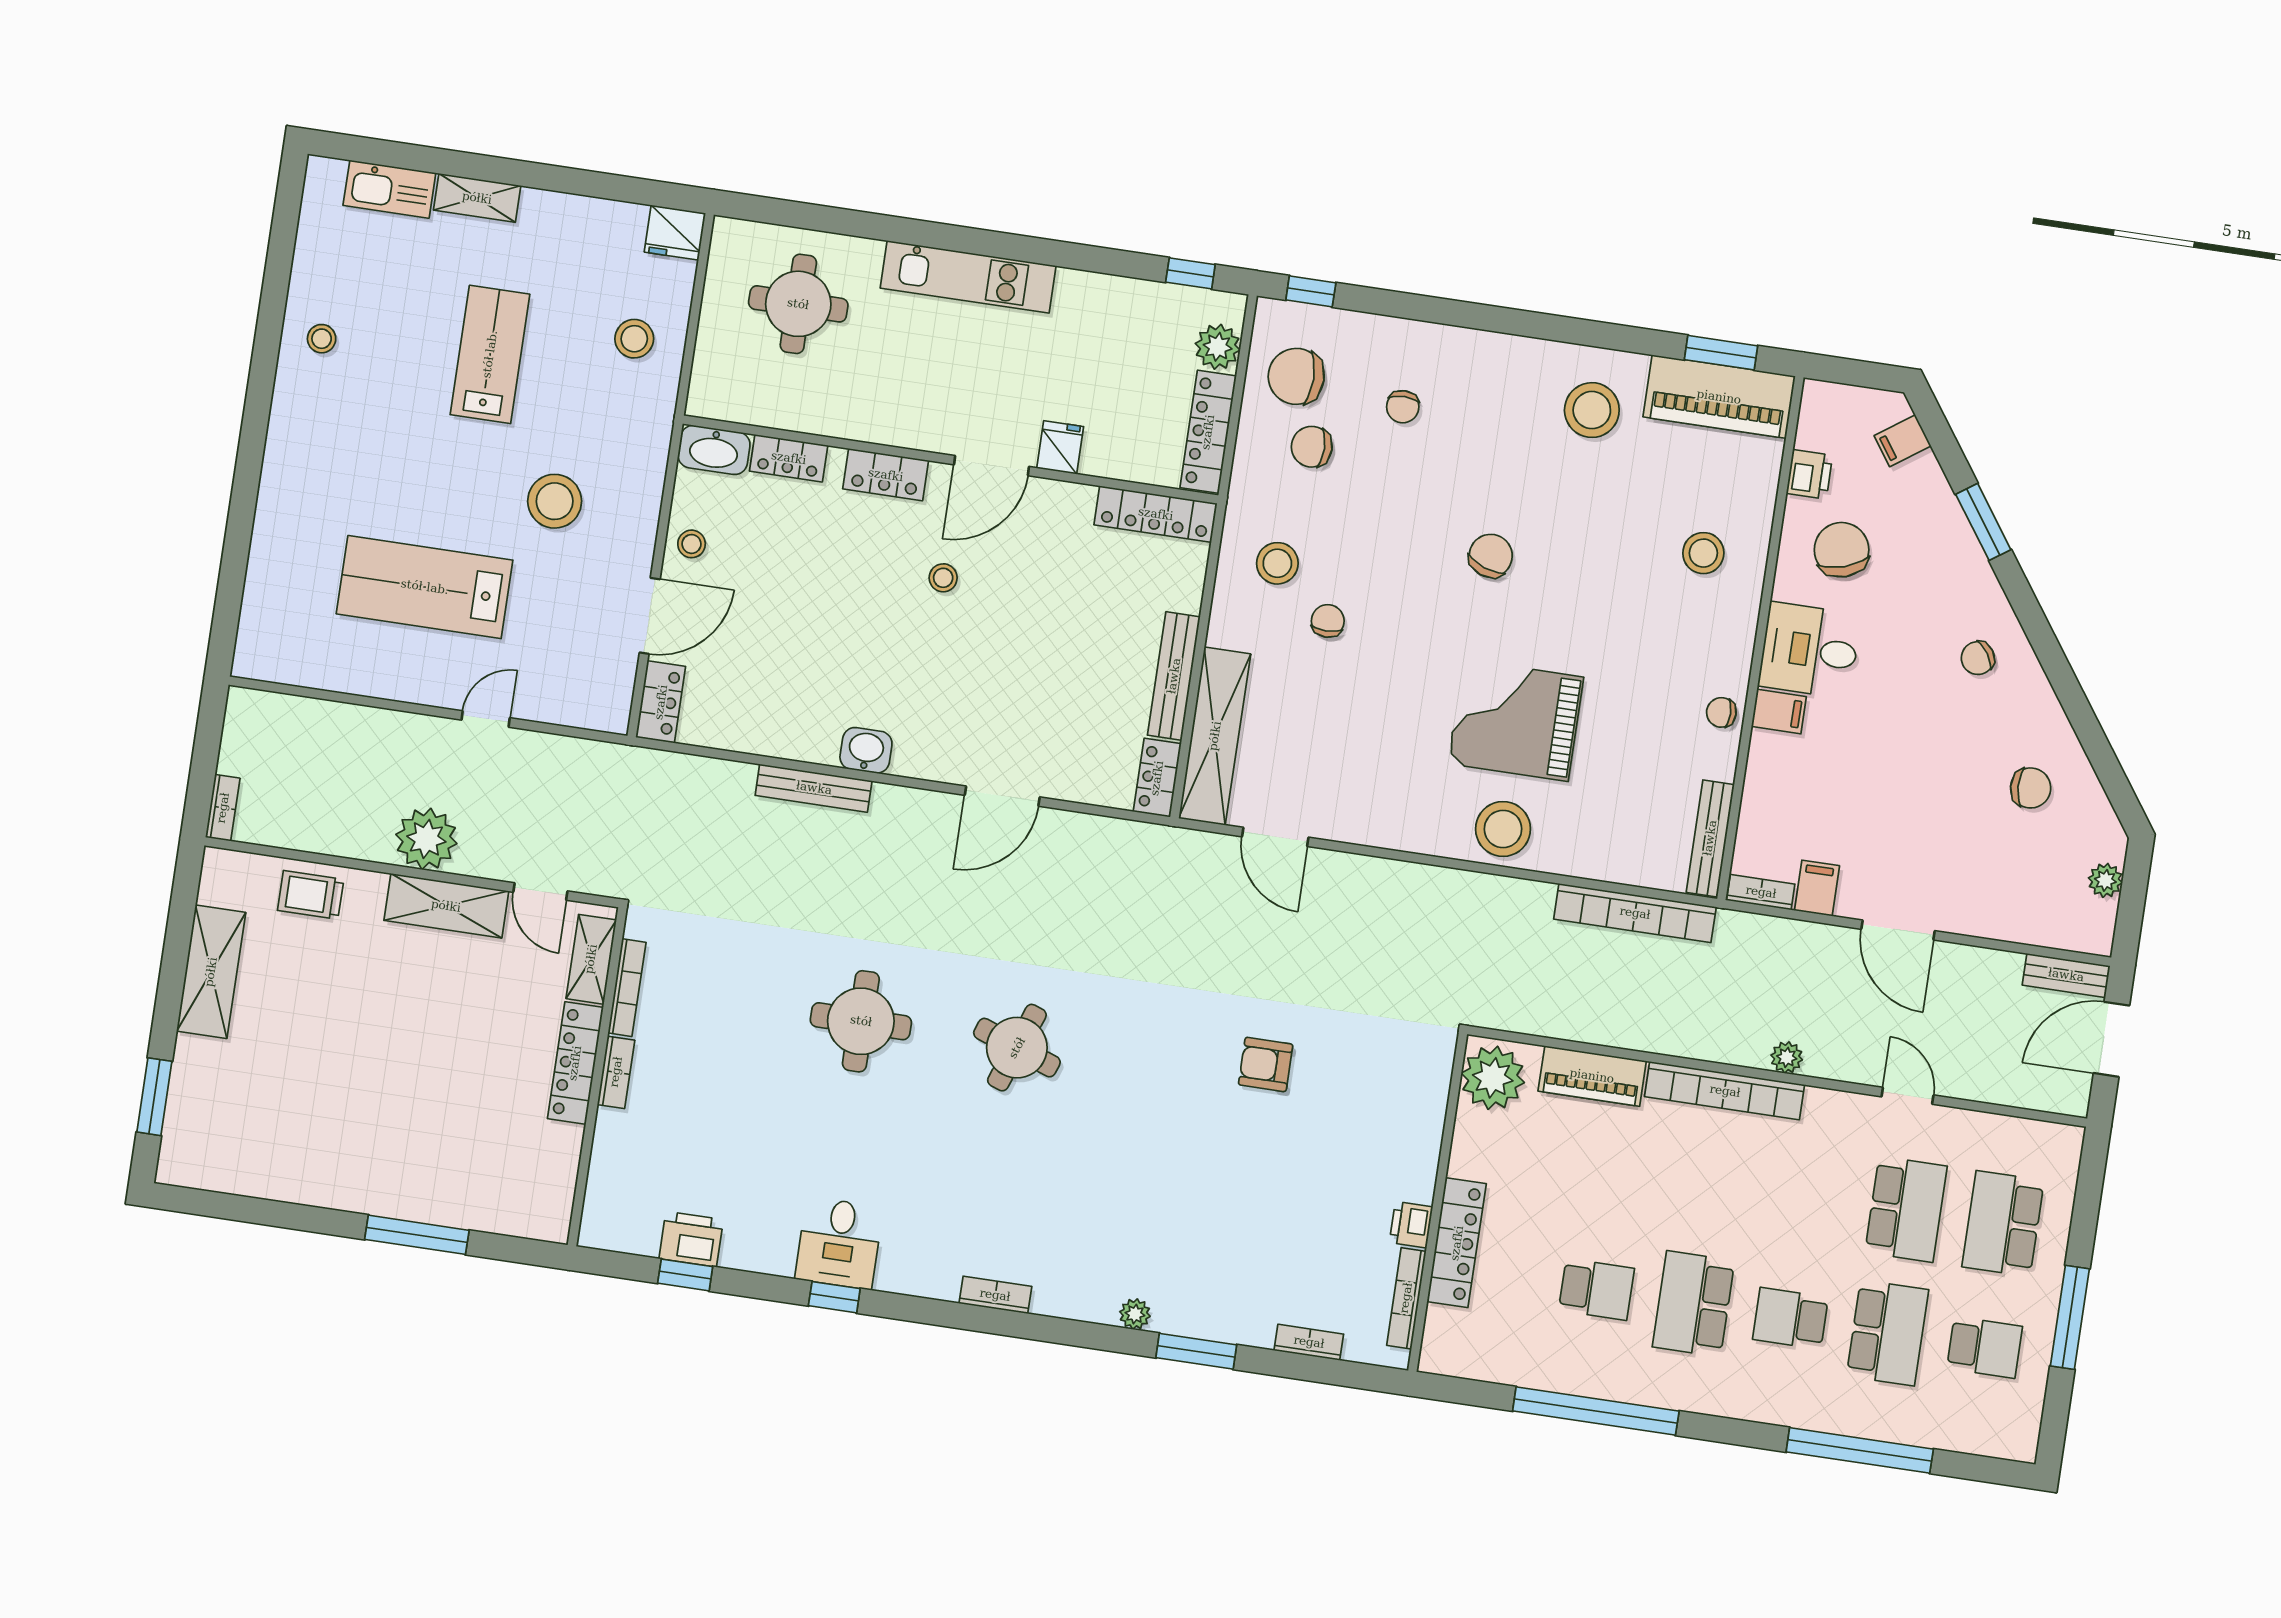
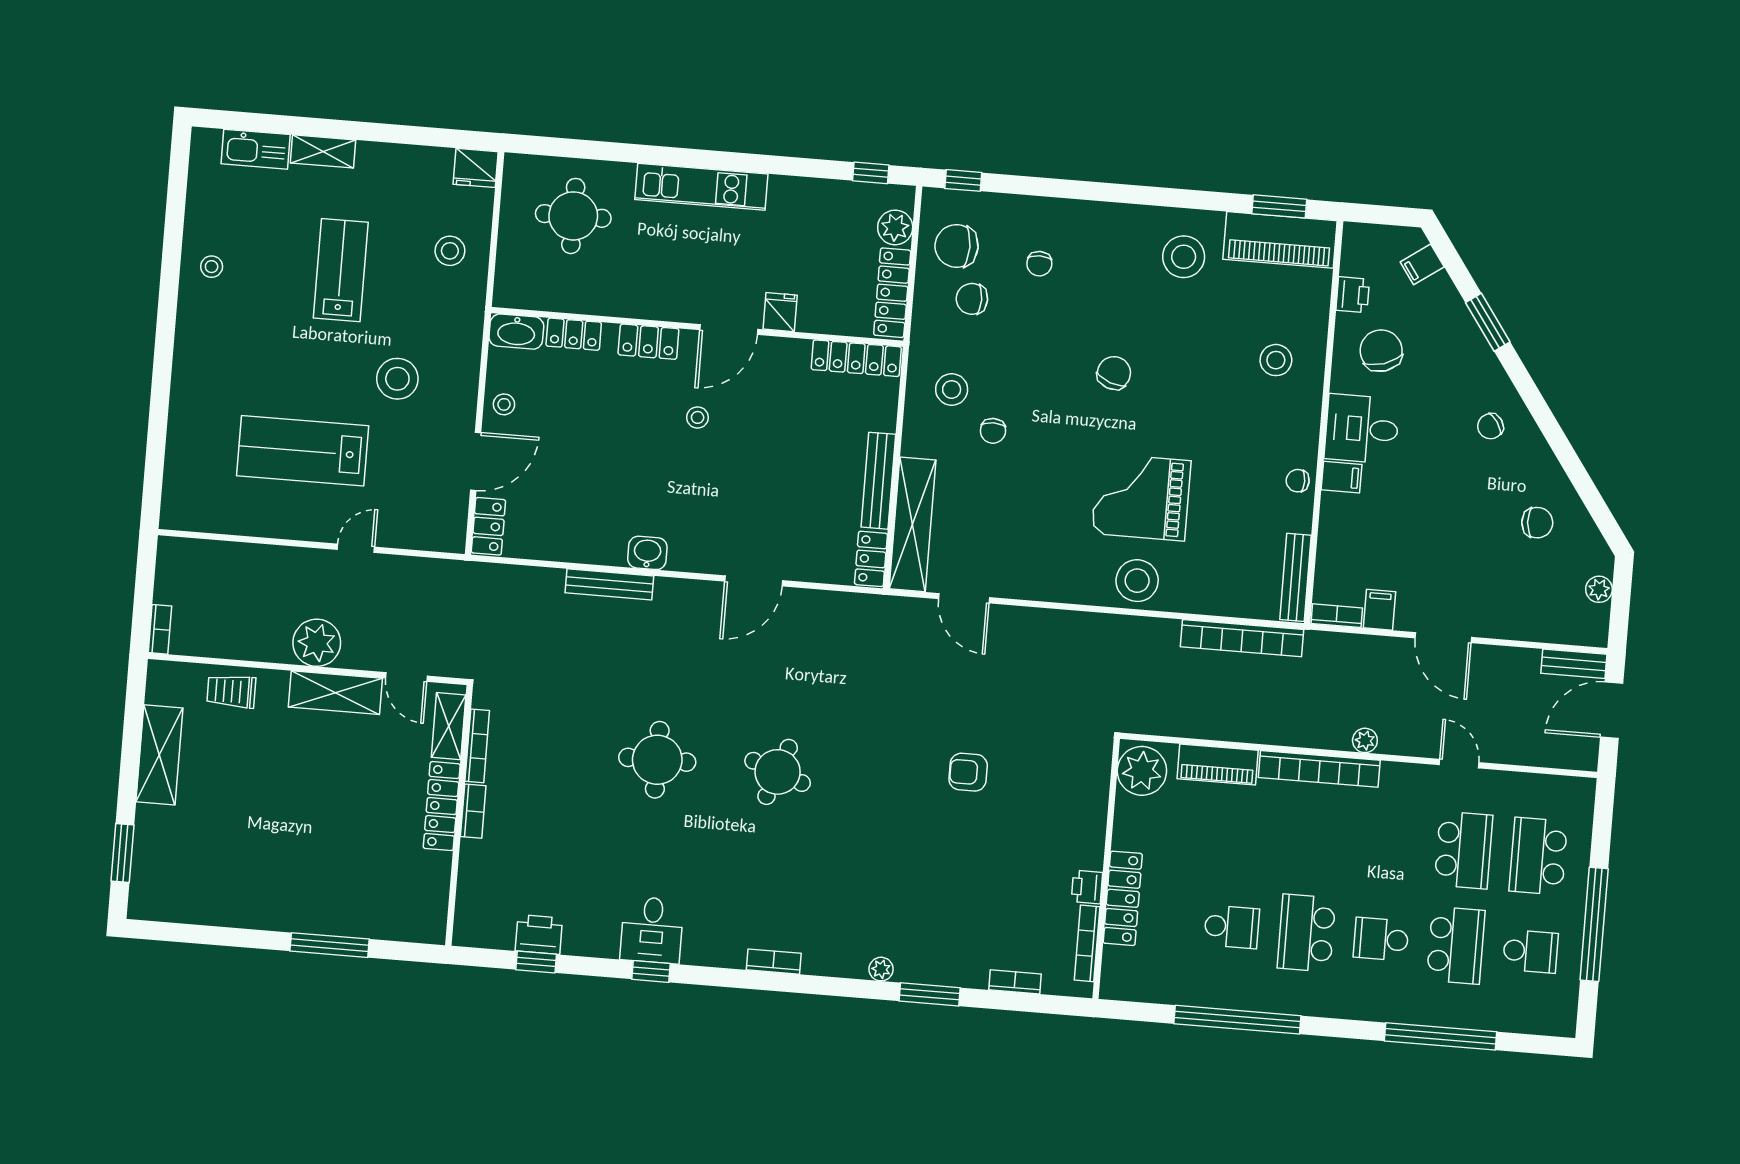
chair: (1328, 621) -> (993, 431), turned 180
window: (2070, 1317) -> (1594, 924), width x1.46

